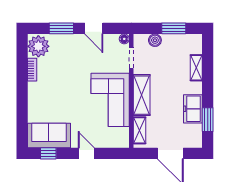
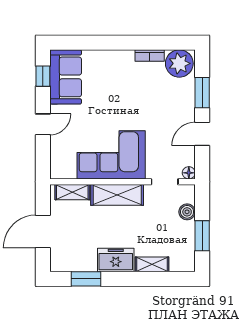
freezer: (193, 109) -> (116, 260), moved

